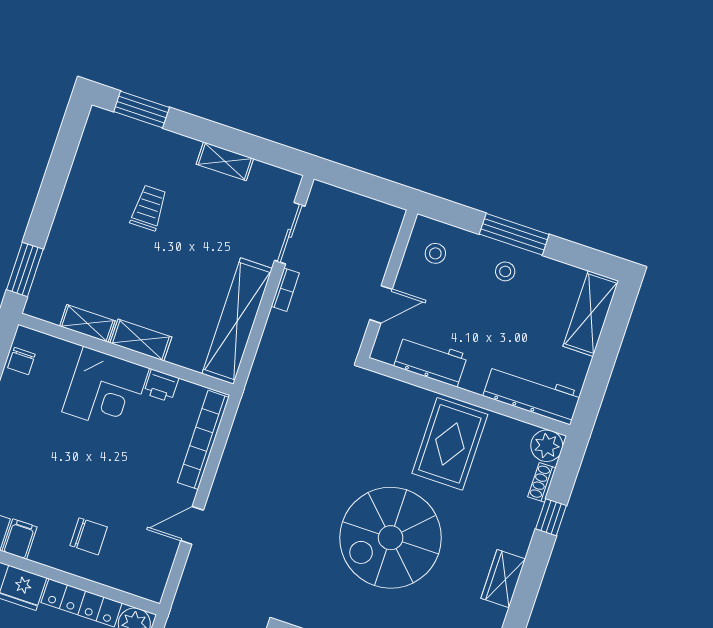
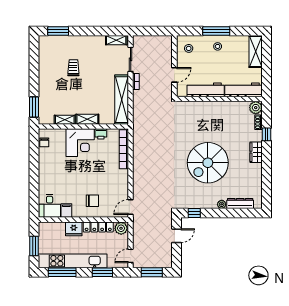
shelving: (225, 161) -> (116, 40), moved
workbench: (431, 360) -> (206, 90), width x1.38
rug: (450, 444) -> (218, 119), removed
door: (192, 525) -> (131, 207), moved
wardrobe: (503, 579) -> (256, 152), moved

